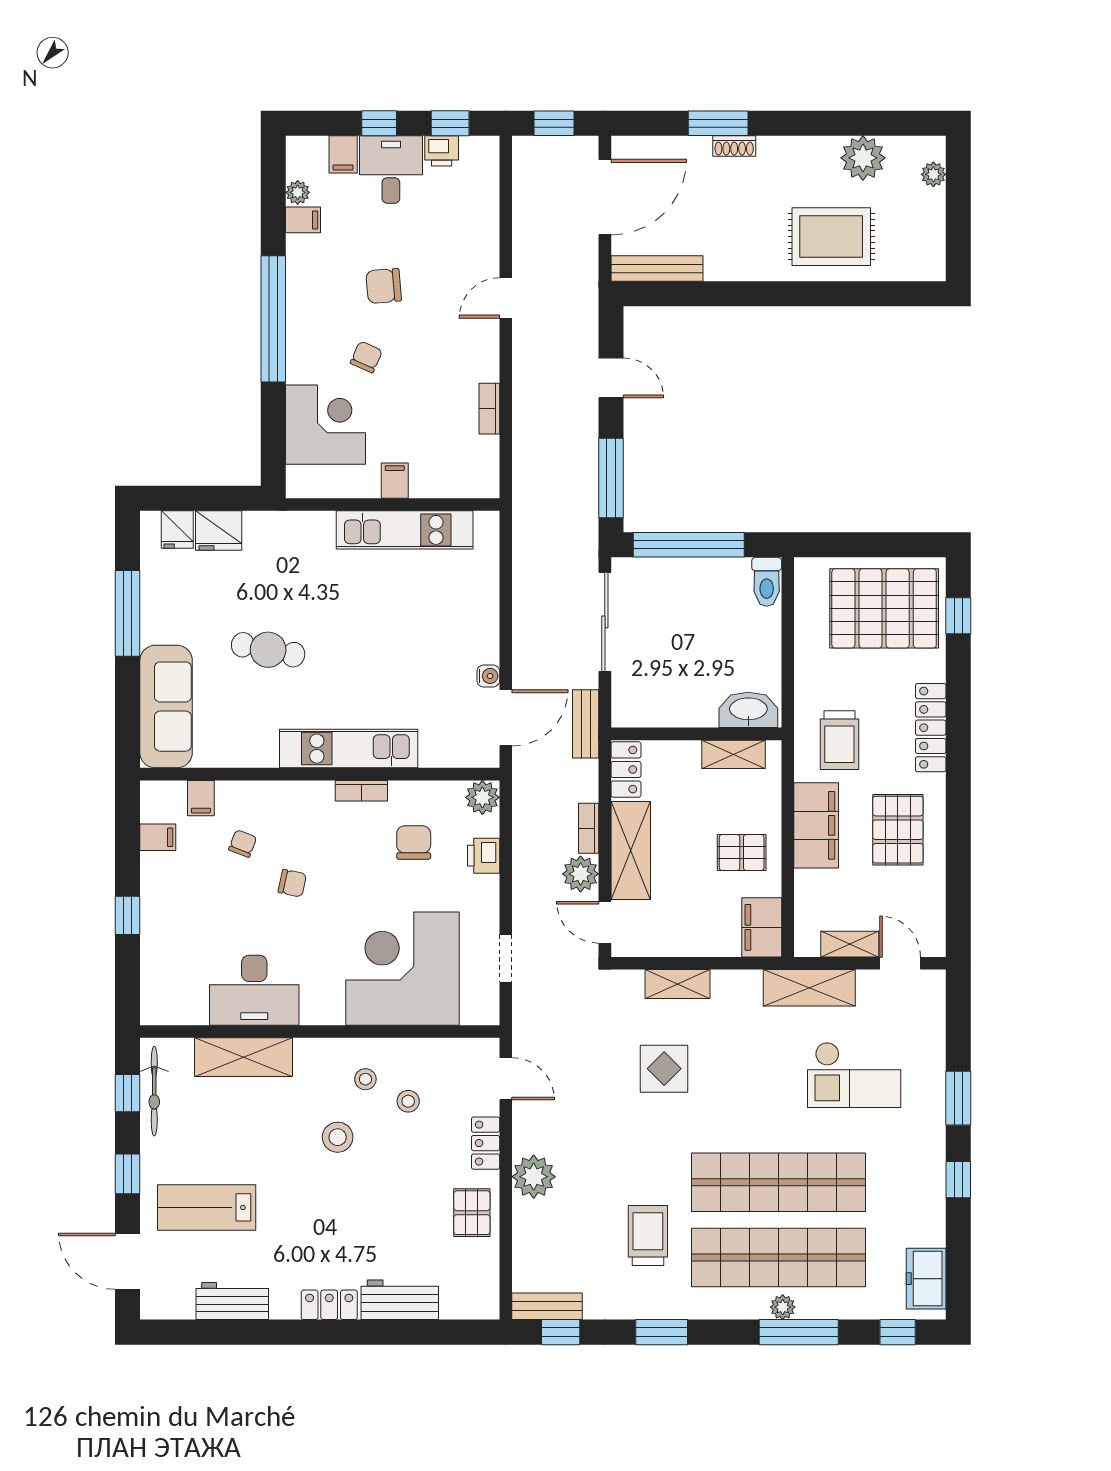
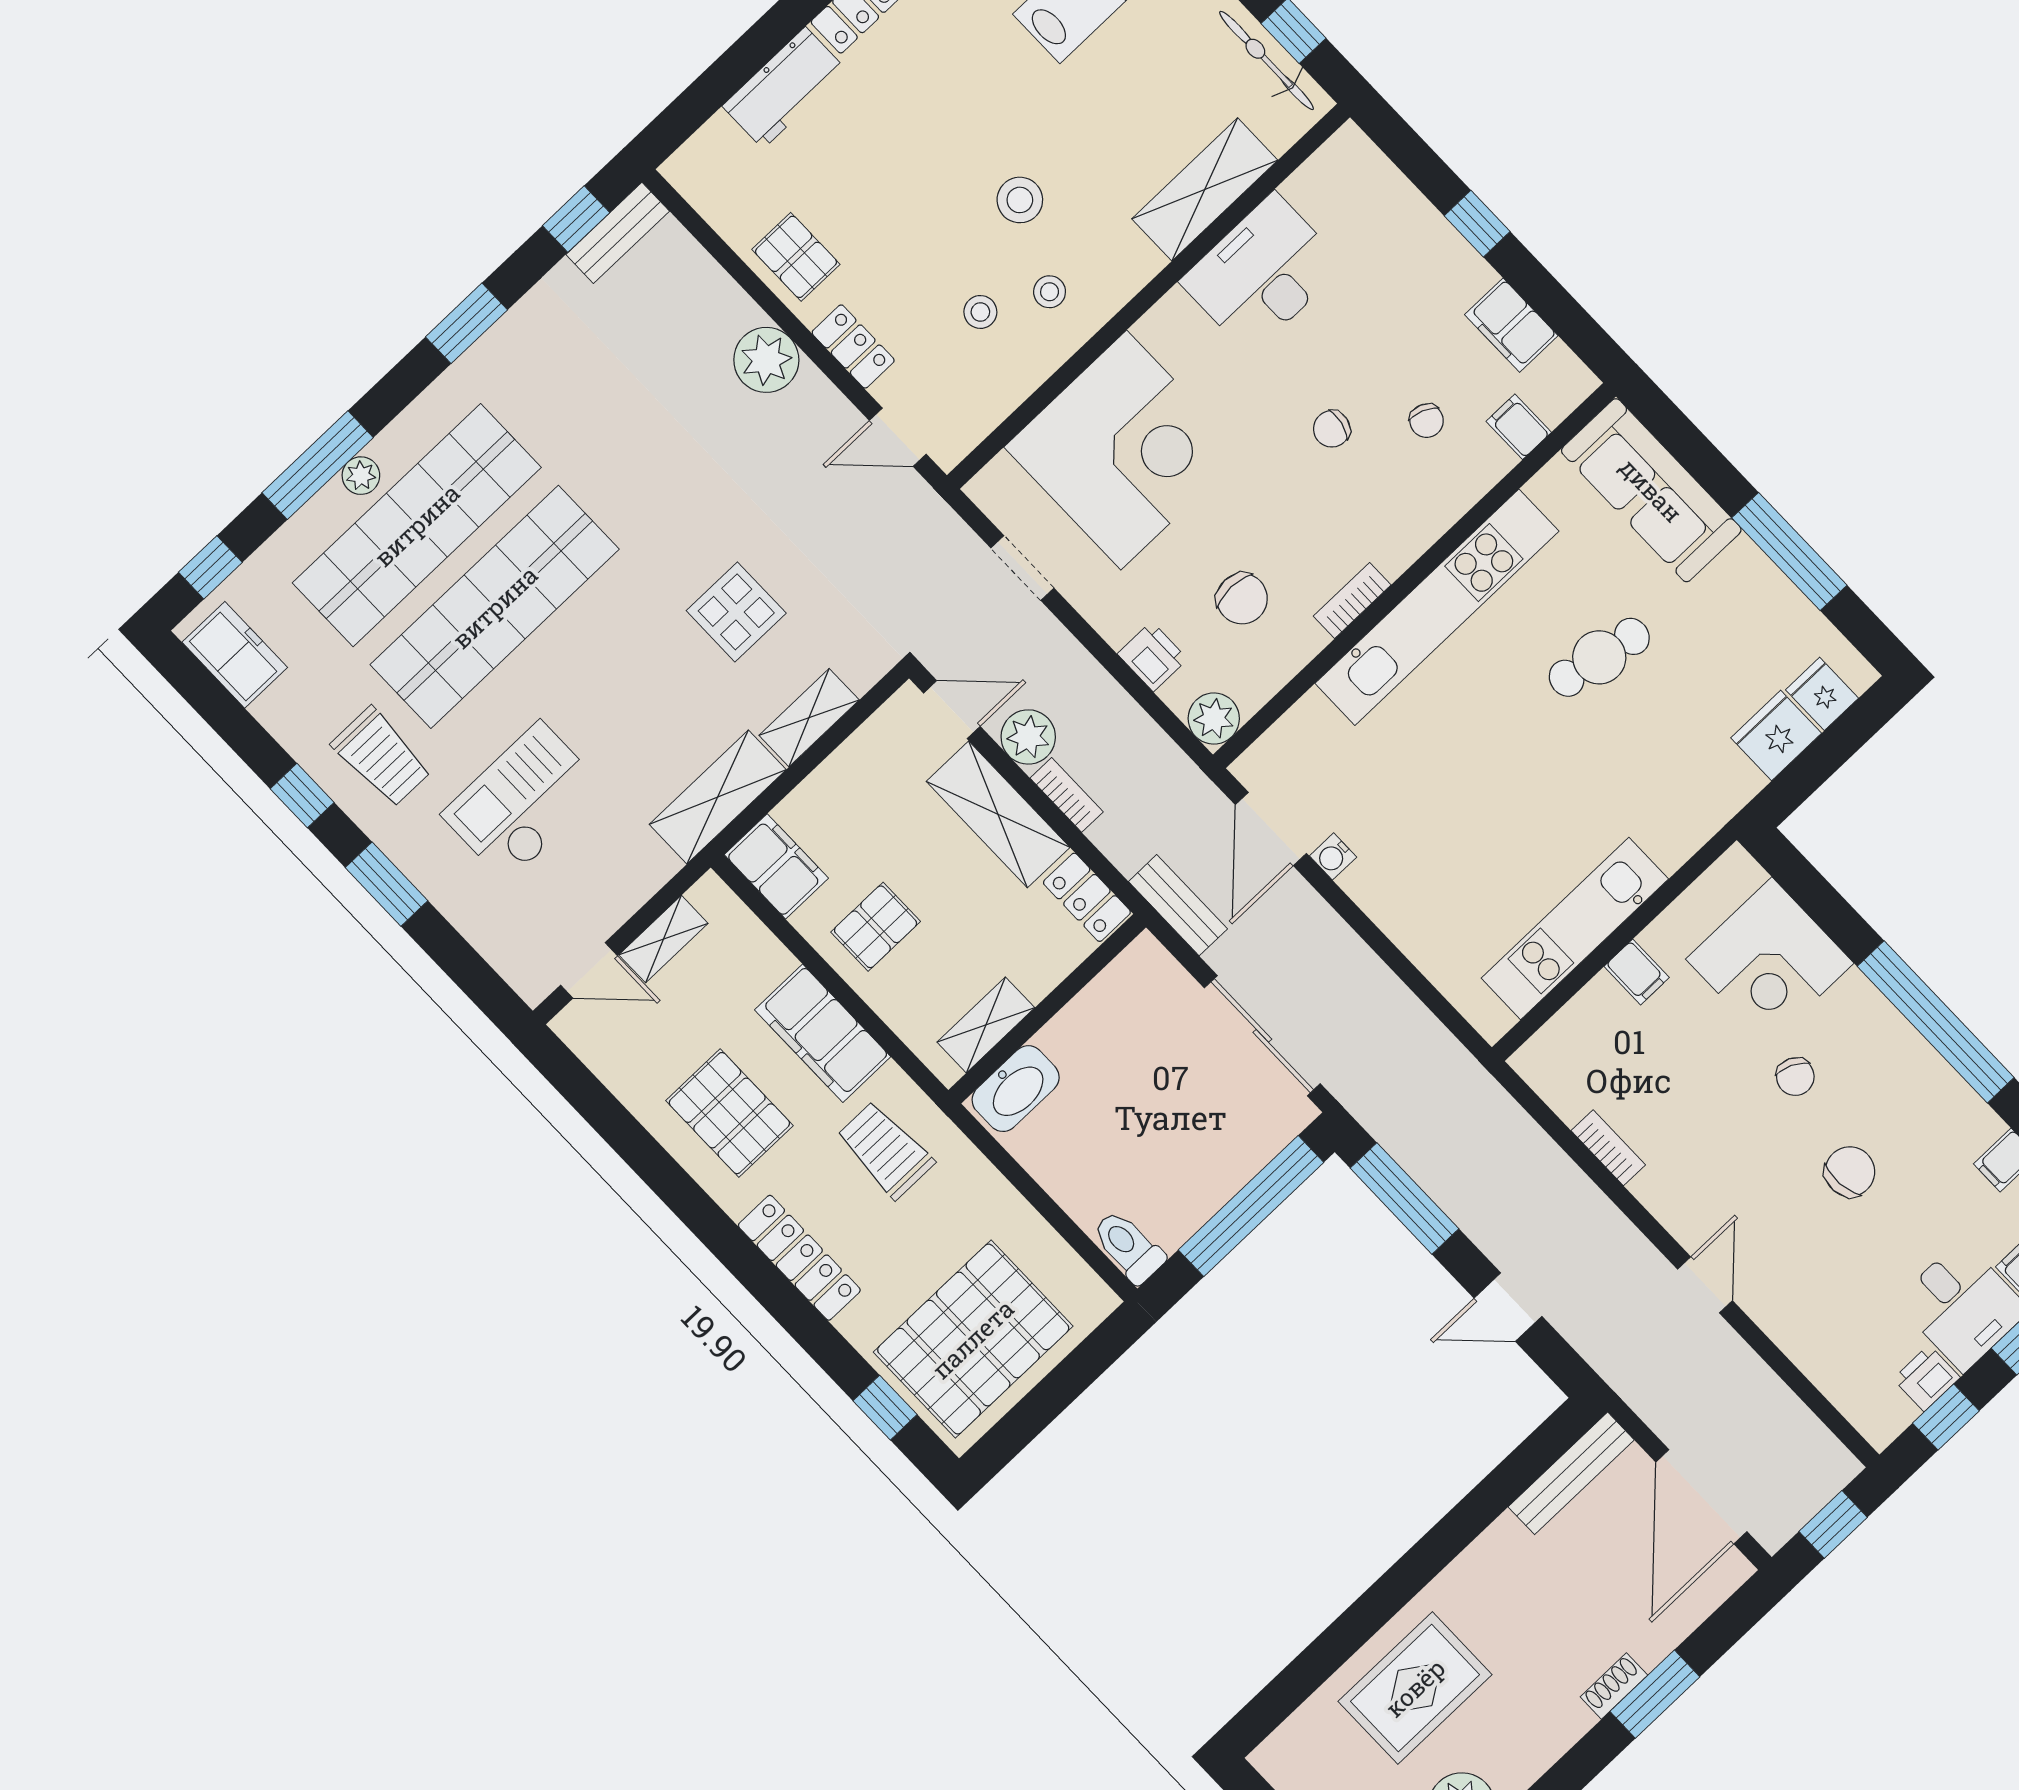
kitchen unit: (349, 749) -> (1437, 607), width x1.36
filing cabinet: (158, 837) -> (1511, 325), width x2.00
shelving: (809, 988) -> (718, 797), moved
trolley: (648, 1235) -> (381, 757), moved

